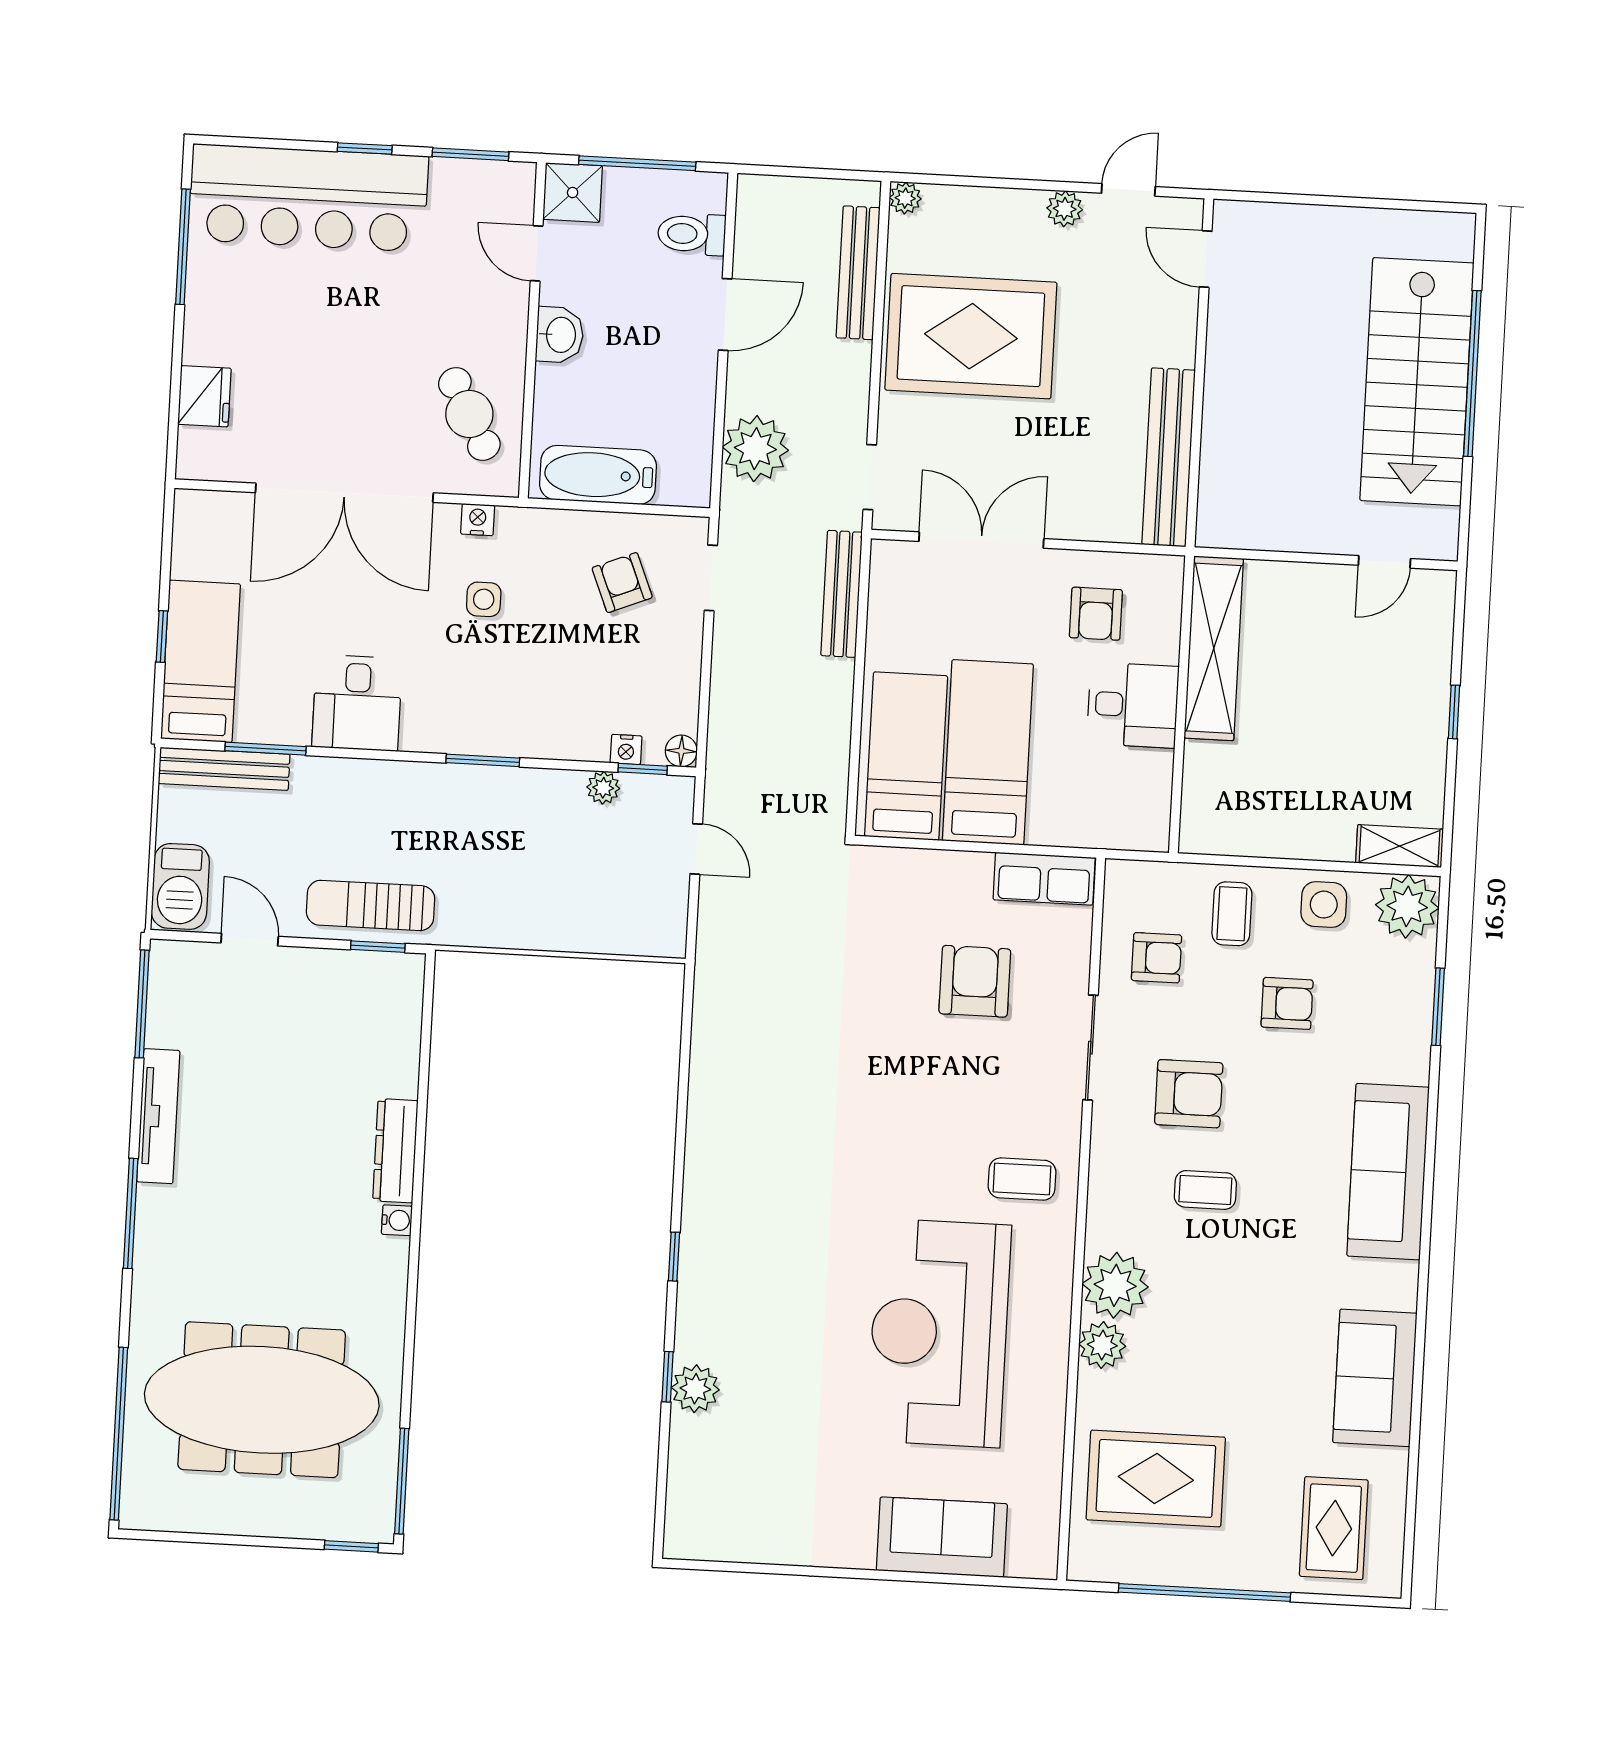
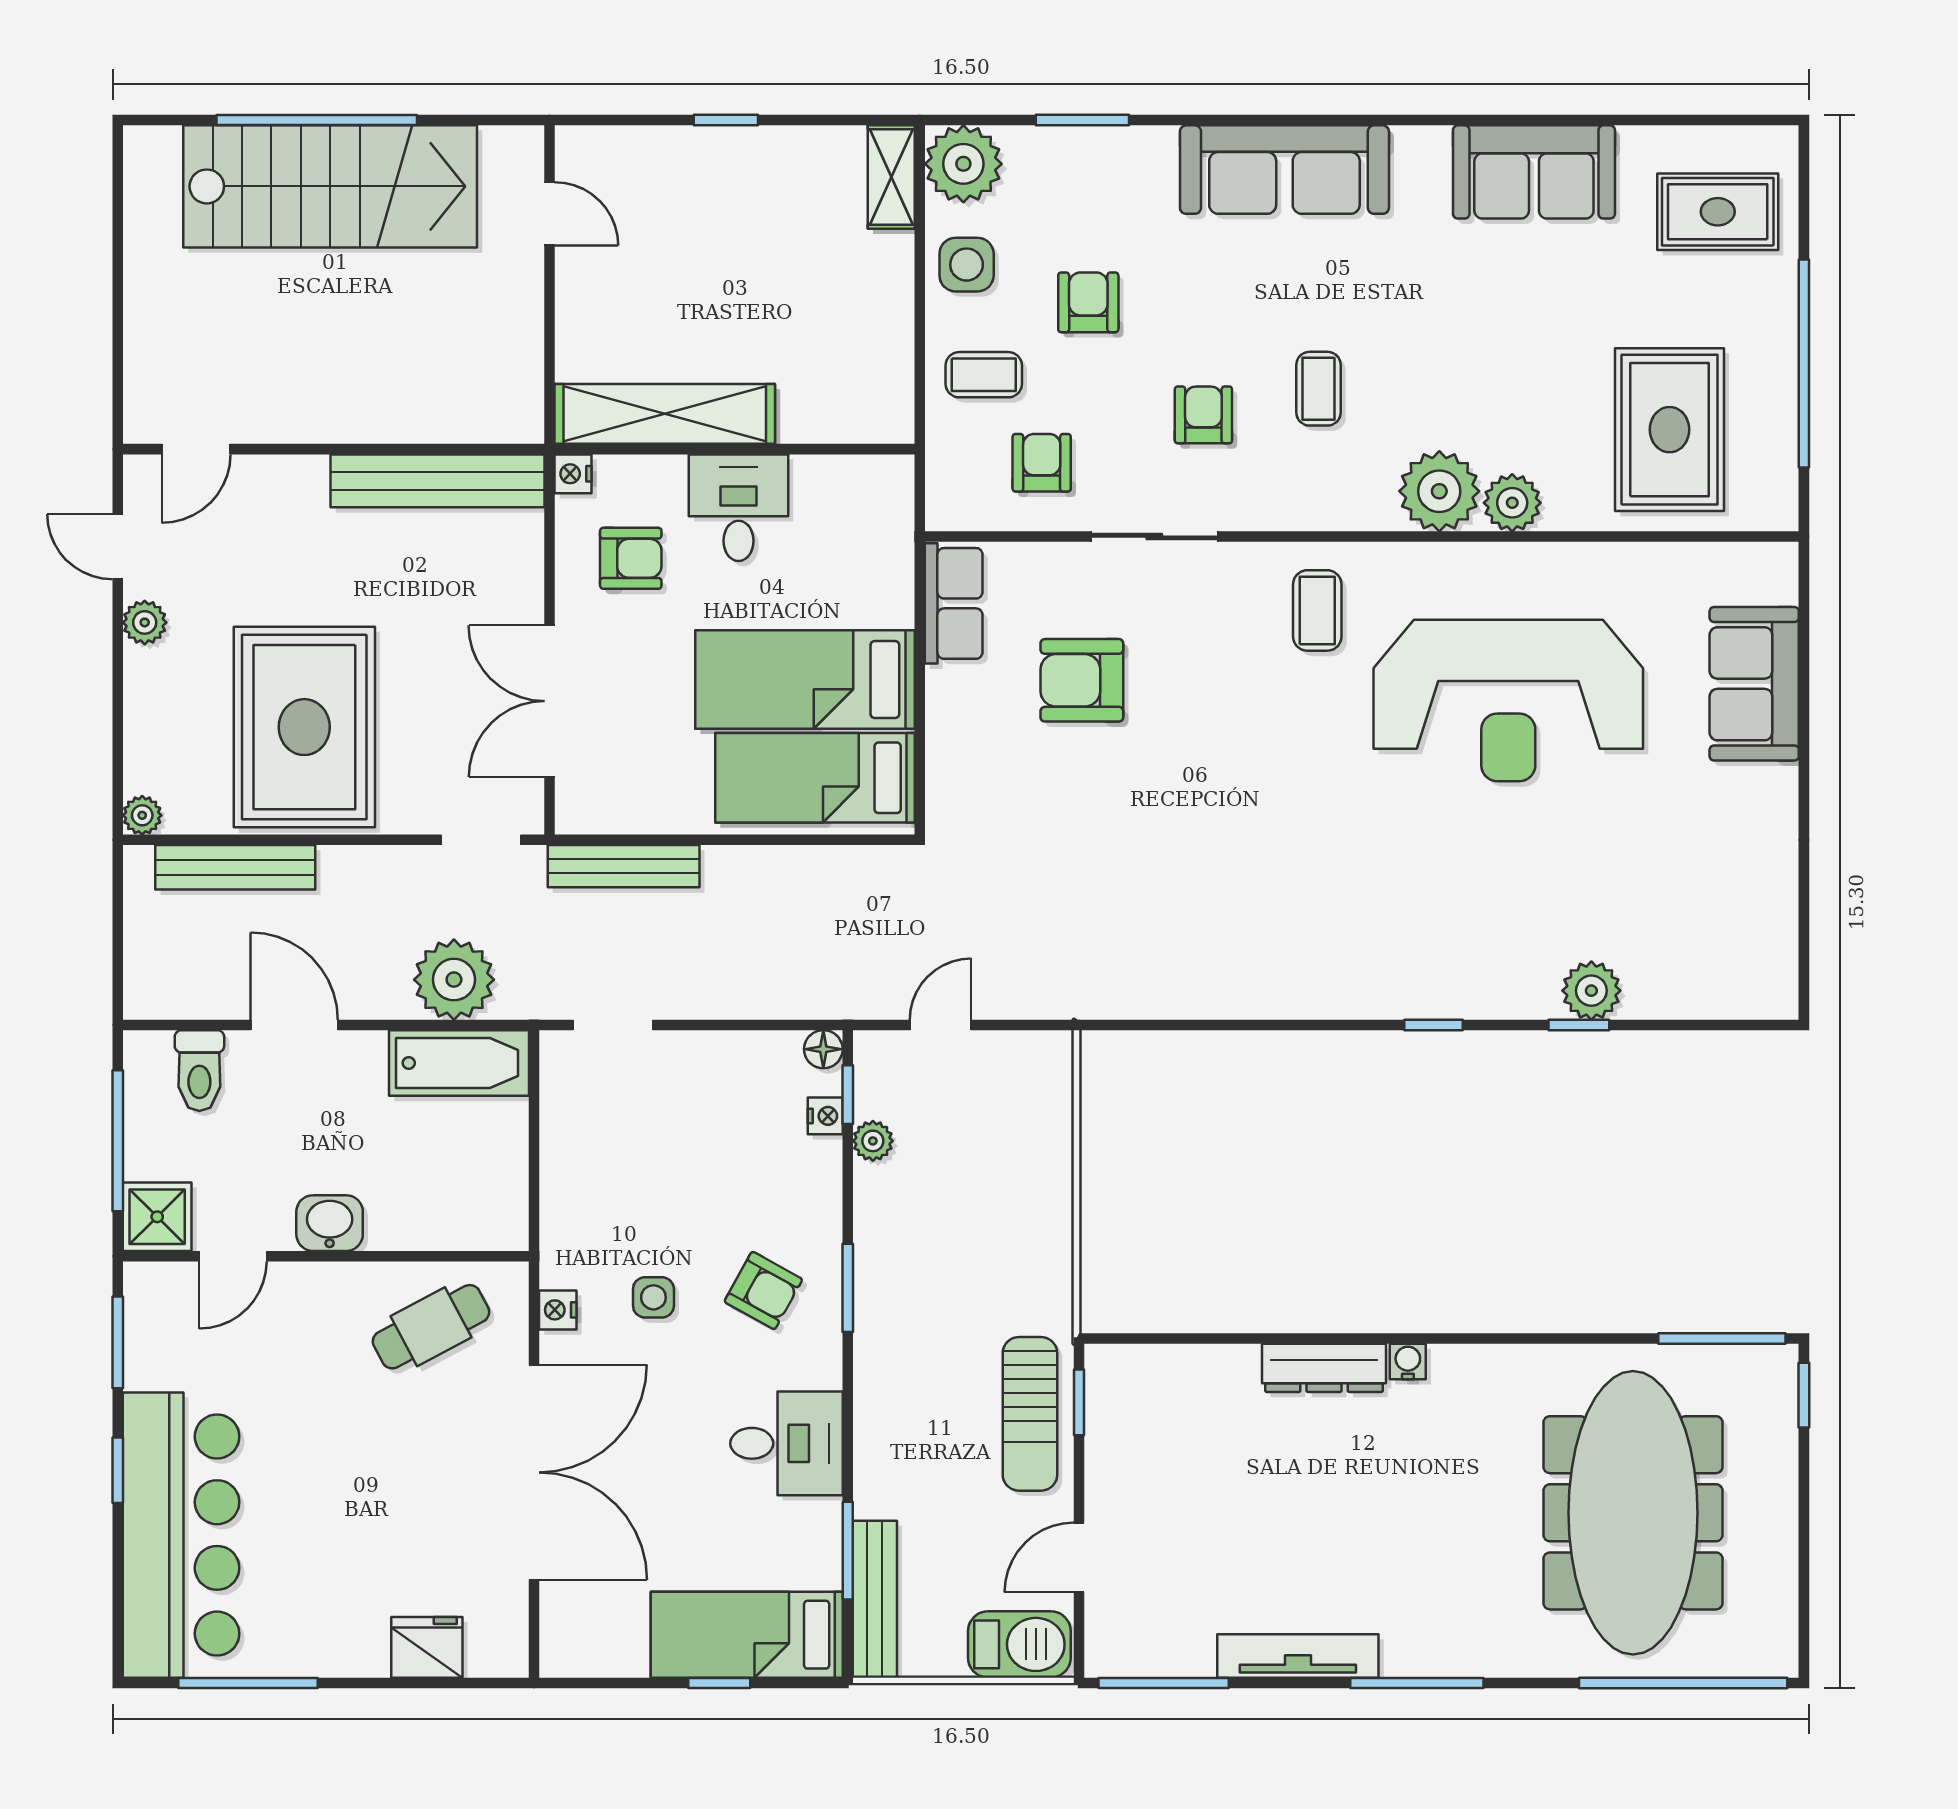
bathtub: (598, 475) -> (459, 1063), moved, turned -90
nightstand: (1168, 570) -> (573, 474), added
armchair: (622, 583) -> (763, 1290), moved, turned -129
armchair: (1189, 1094) -> (1203, 415), width x0.72, depth x0.72

